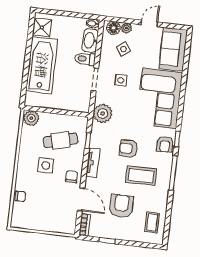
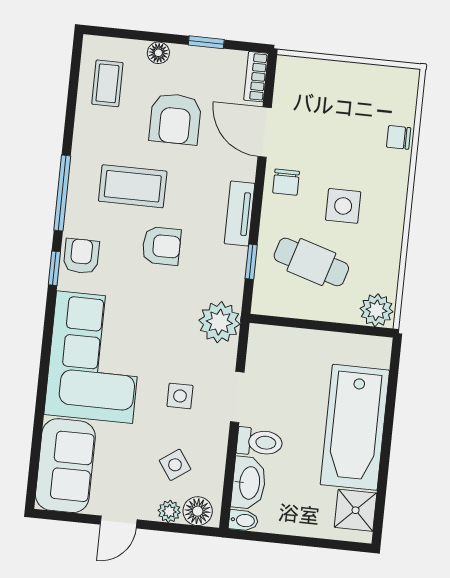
cafe table: (61, 140) -> (311, 262), turned 31
floor lamp: (129, 236) -> (158, 53), added

